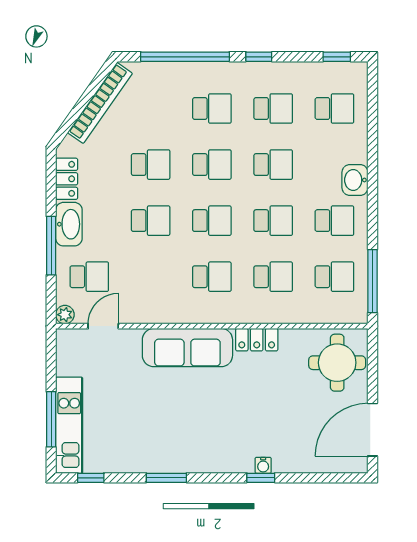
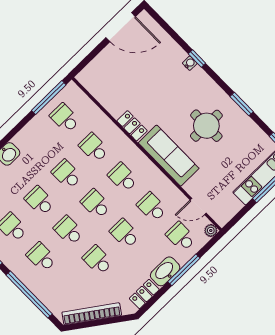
school desk: (334, 221) -> (152, 207), moved
round table: (337, 363) -> (206, 126), moved

